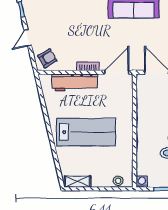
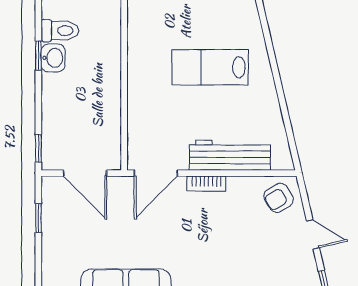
door: (28, 38) -> (313, 234), hinge flipped
lab bench: (86, 132) -> (210, 67), width x0.73, depth x0.72

